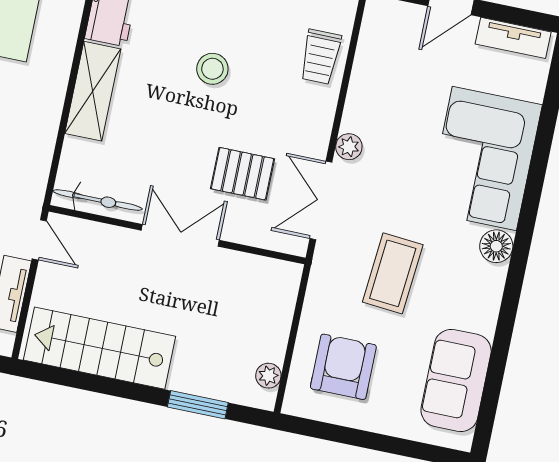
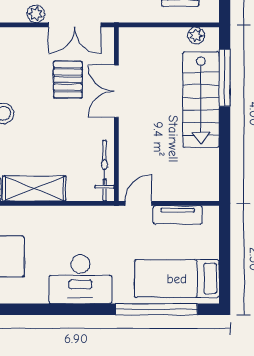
double door: (180, 235) -> (116, 91), moved
stairs: (100, 348) -> (201, 100), moved
window: (198, 405) -> (225, 78), width x1.44

